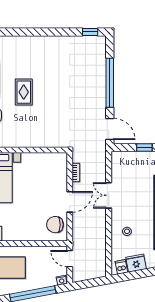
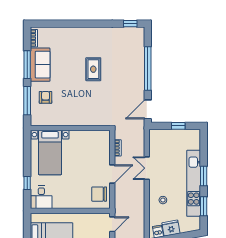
rug: (24, 92) -> (93, 69), moved
door: (110, 129) -> (148, 109), swing flipped
door: (70, 259) -> (112, 224), swing flipped

